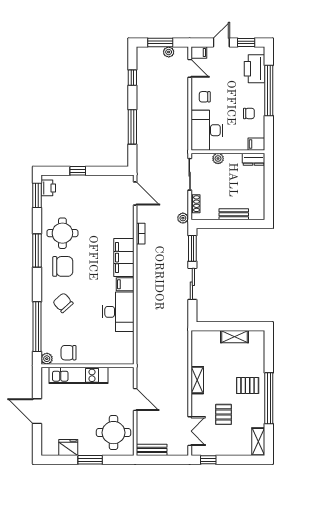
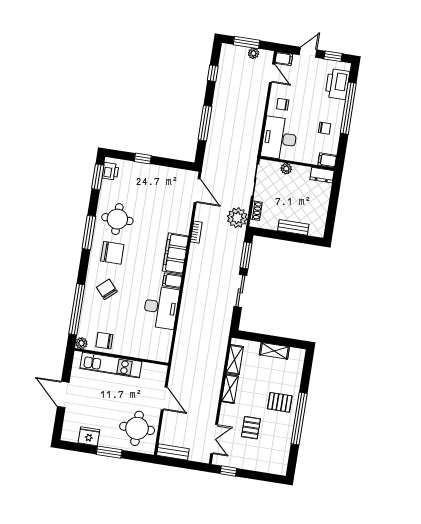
plant: (183, 218) -> (237, 218), width x1.88, depth x1.88
shelving: (258, 442) -> (235, 360), moved

